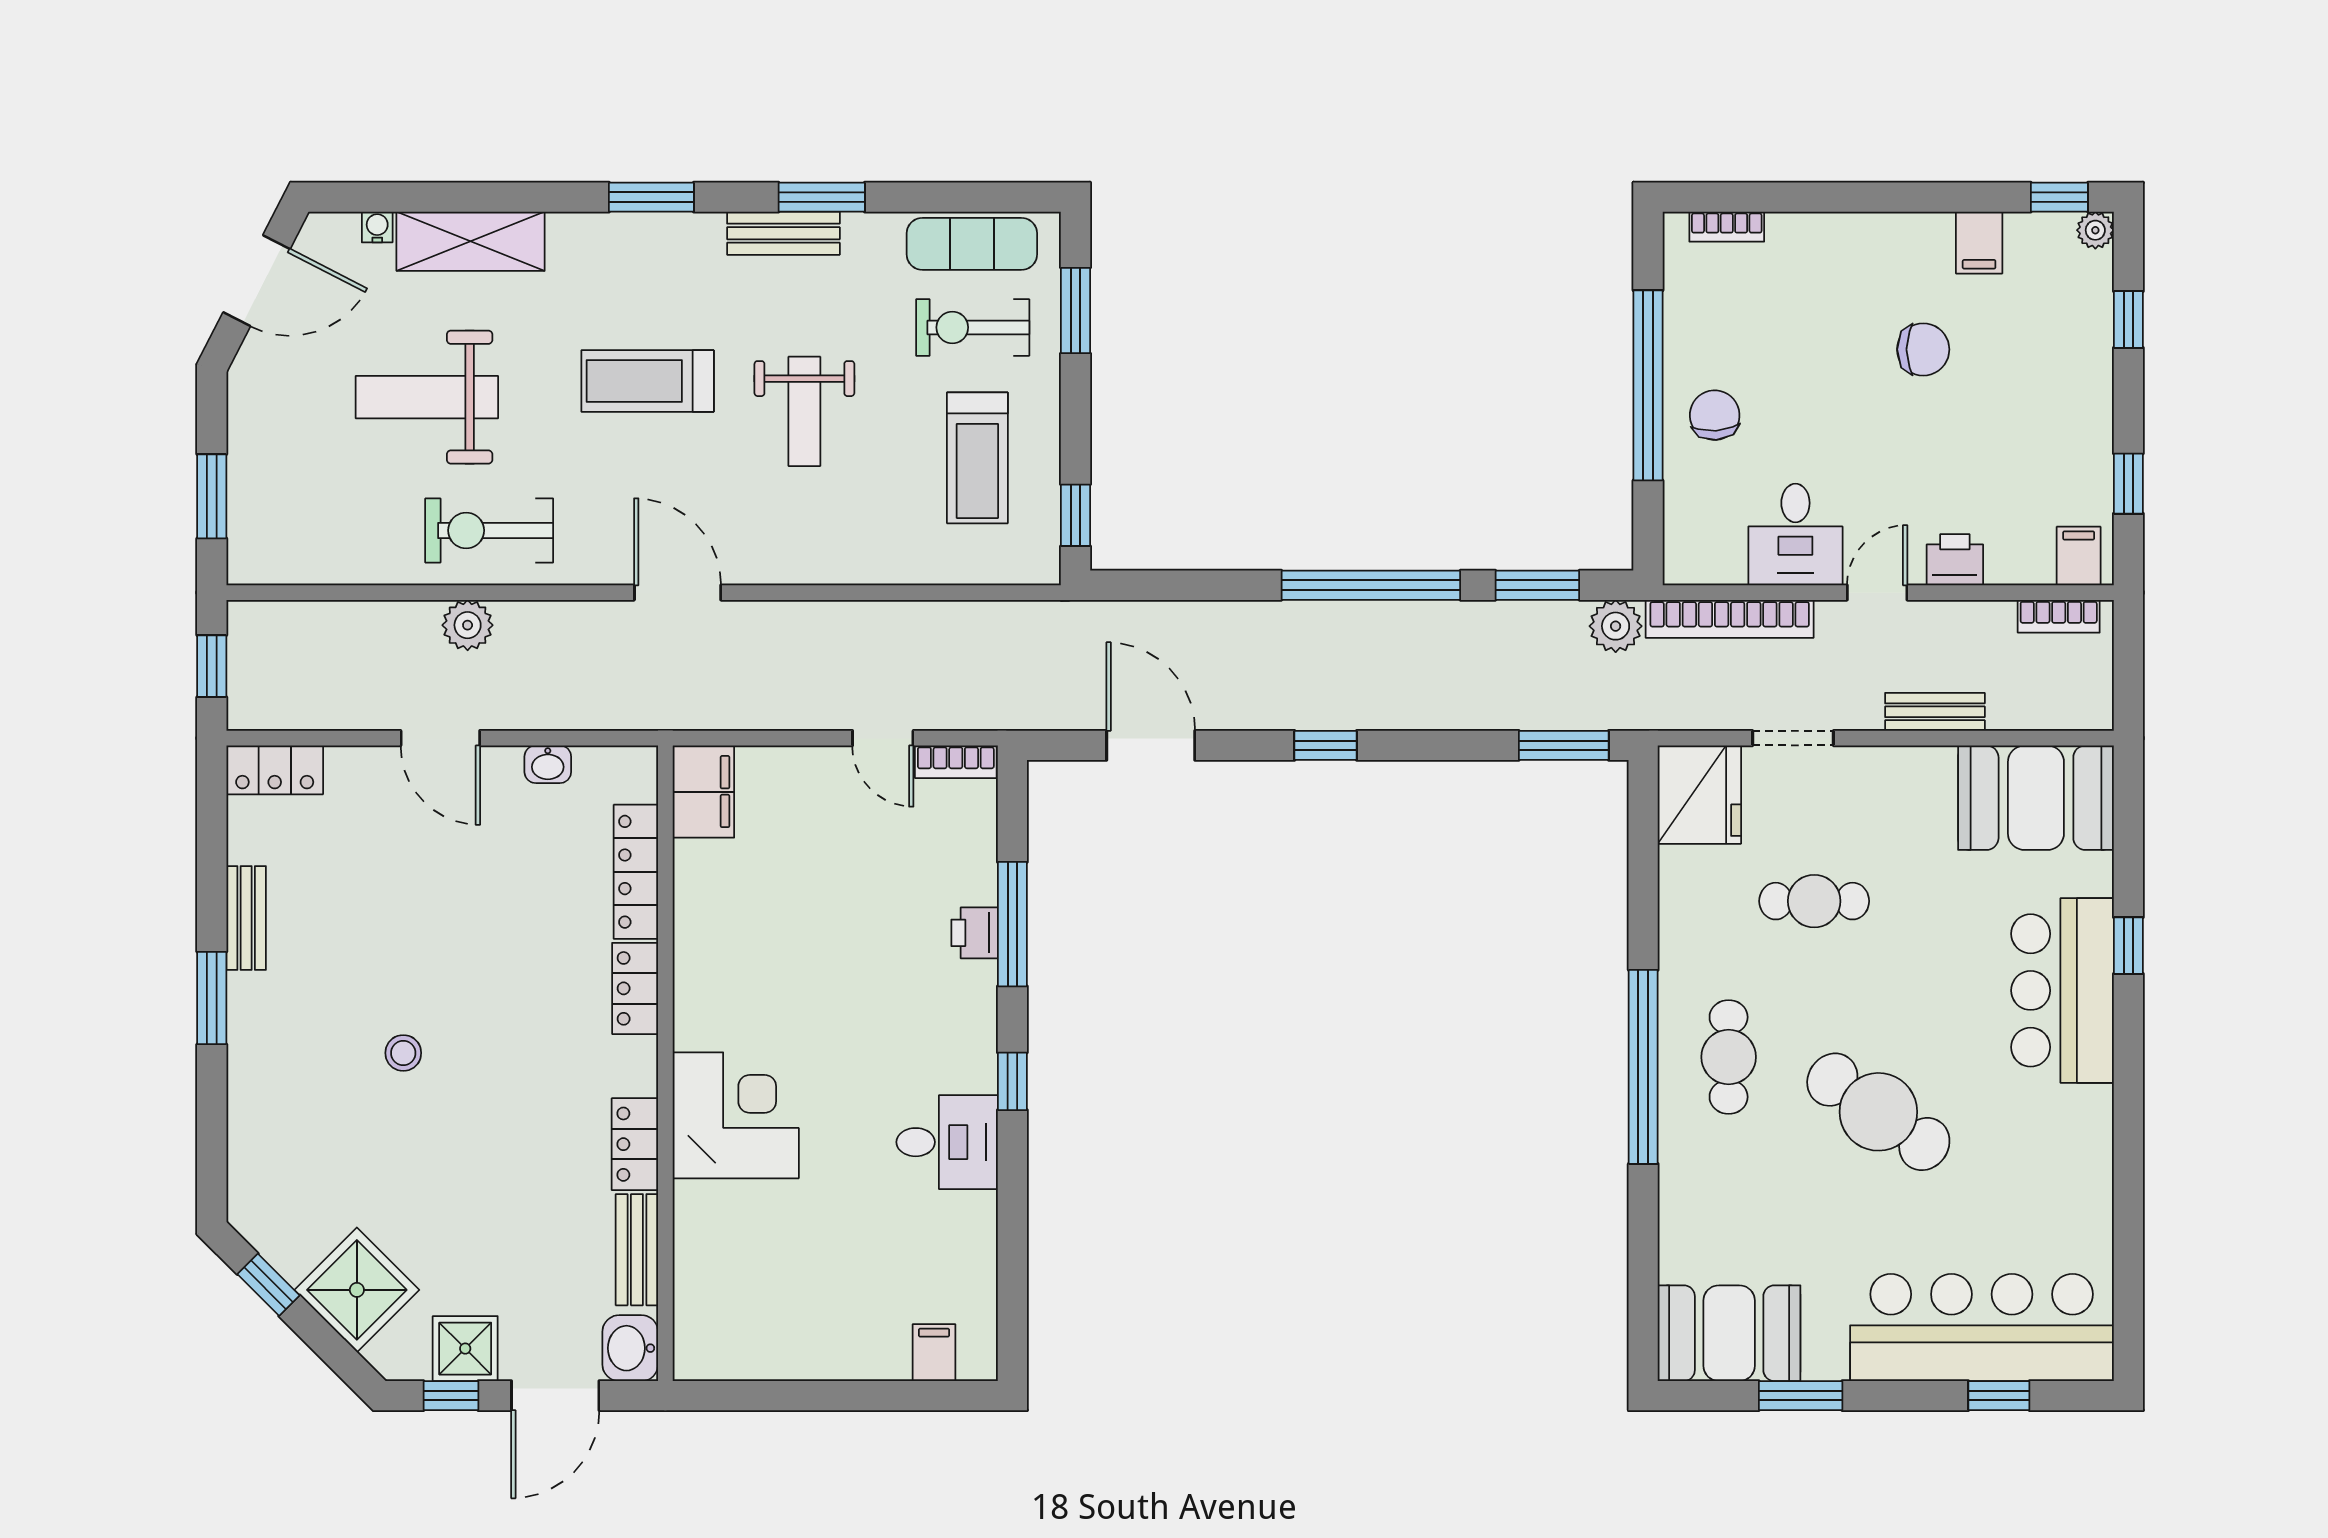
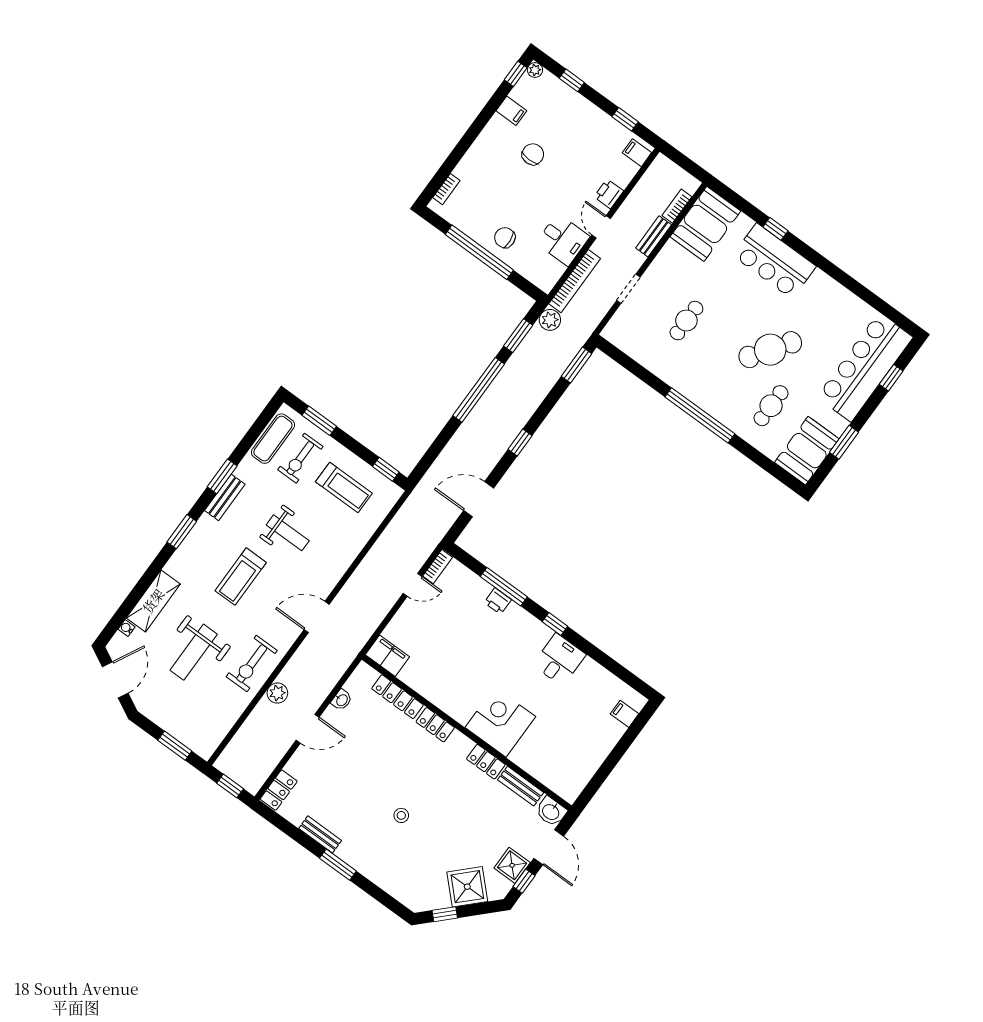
bookcase: (2059, 616) -> (677, 206), moved, turned 180
fridge: (1699, 795) -> (625, 333), removed
cafe table: (1729, 1057) -> (771, 406), moved, turned 90

